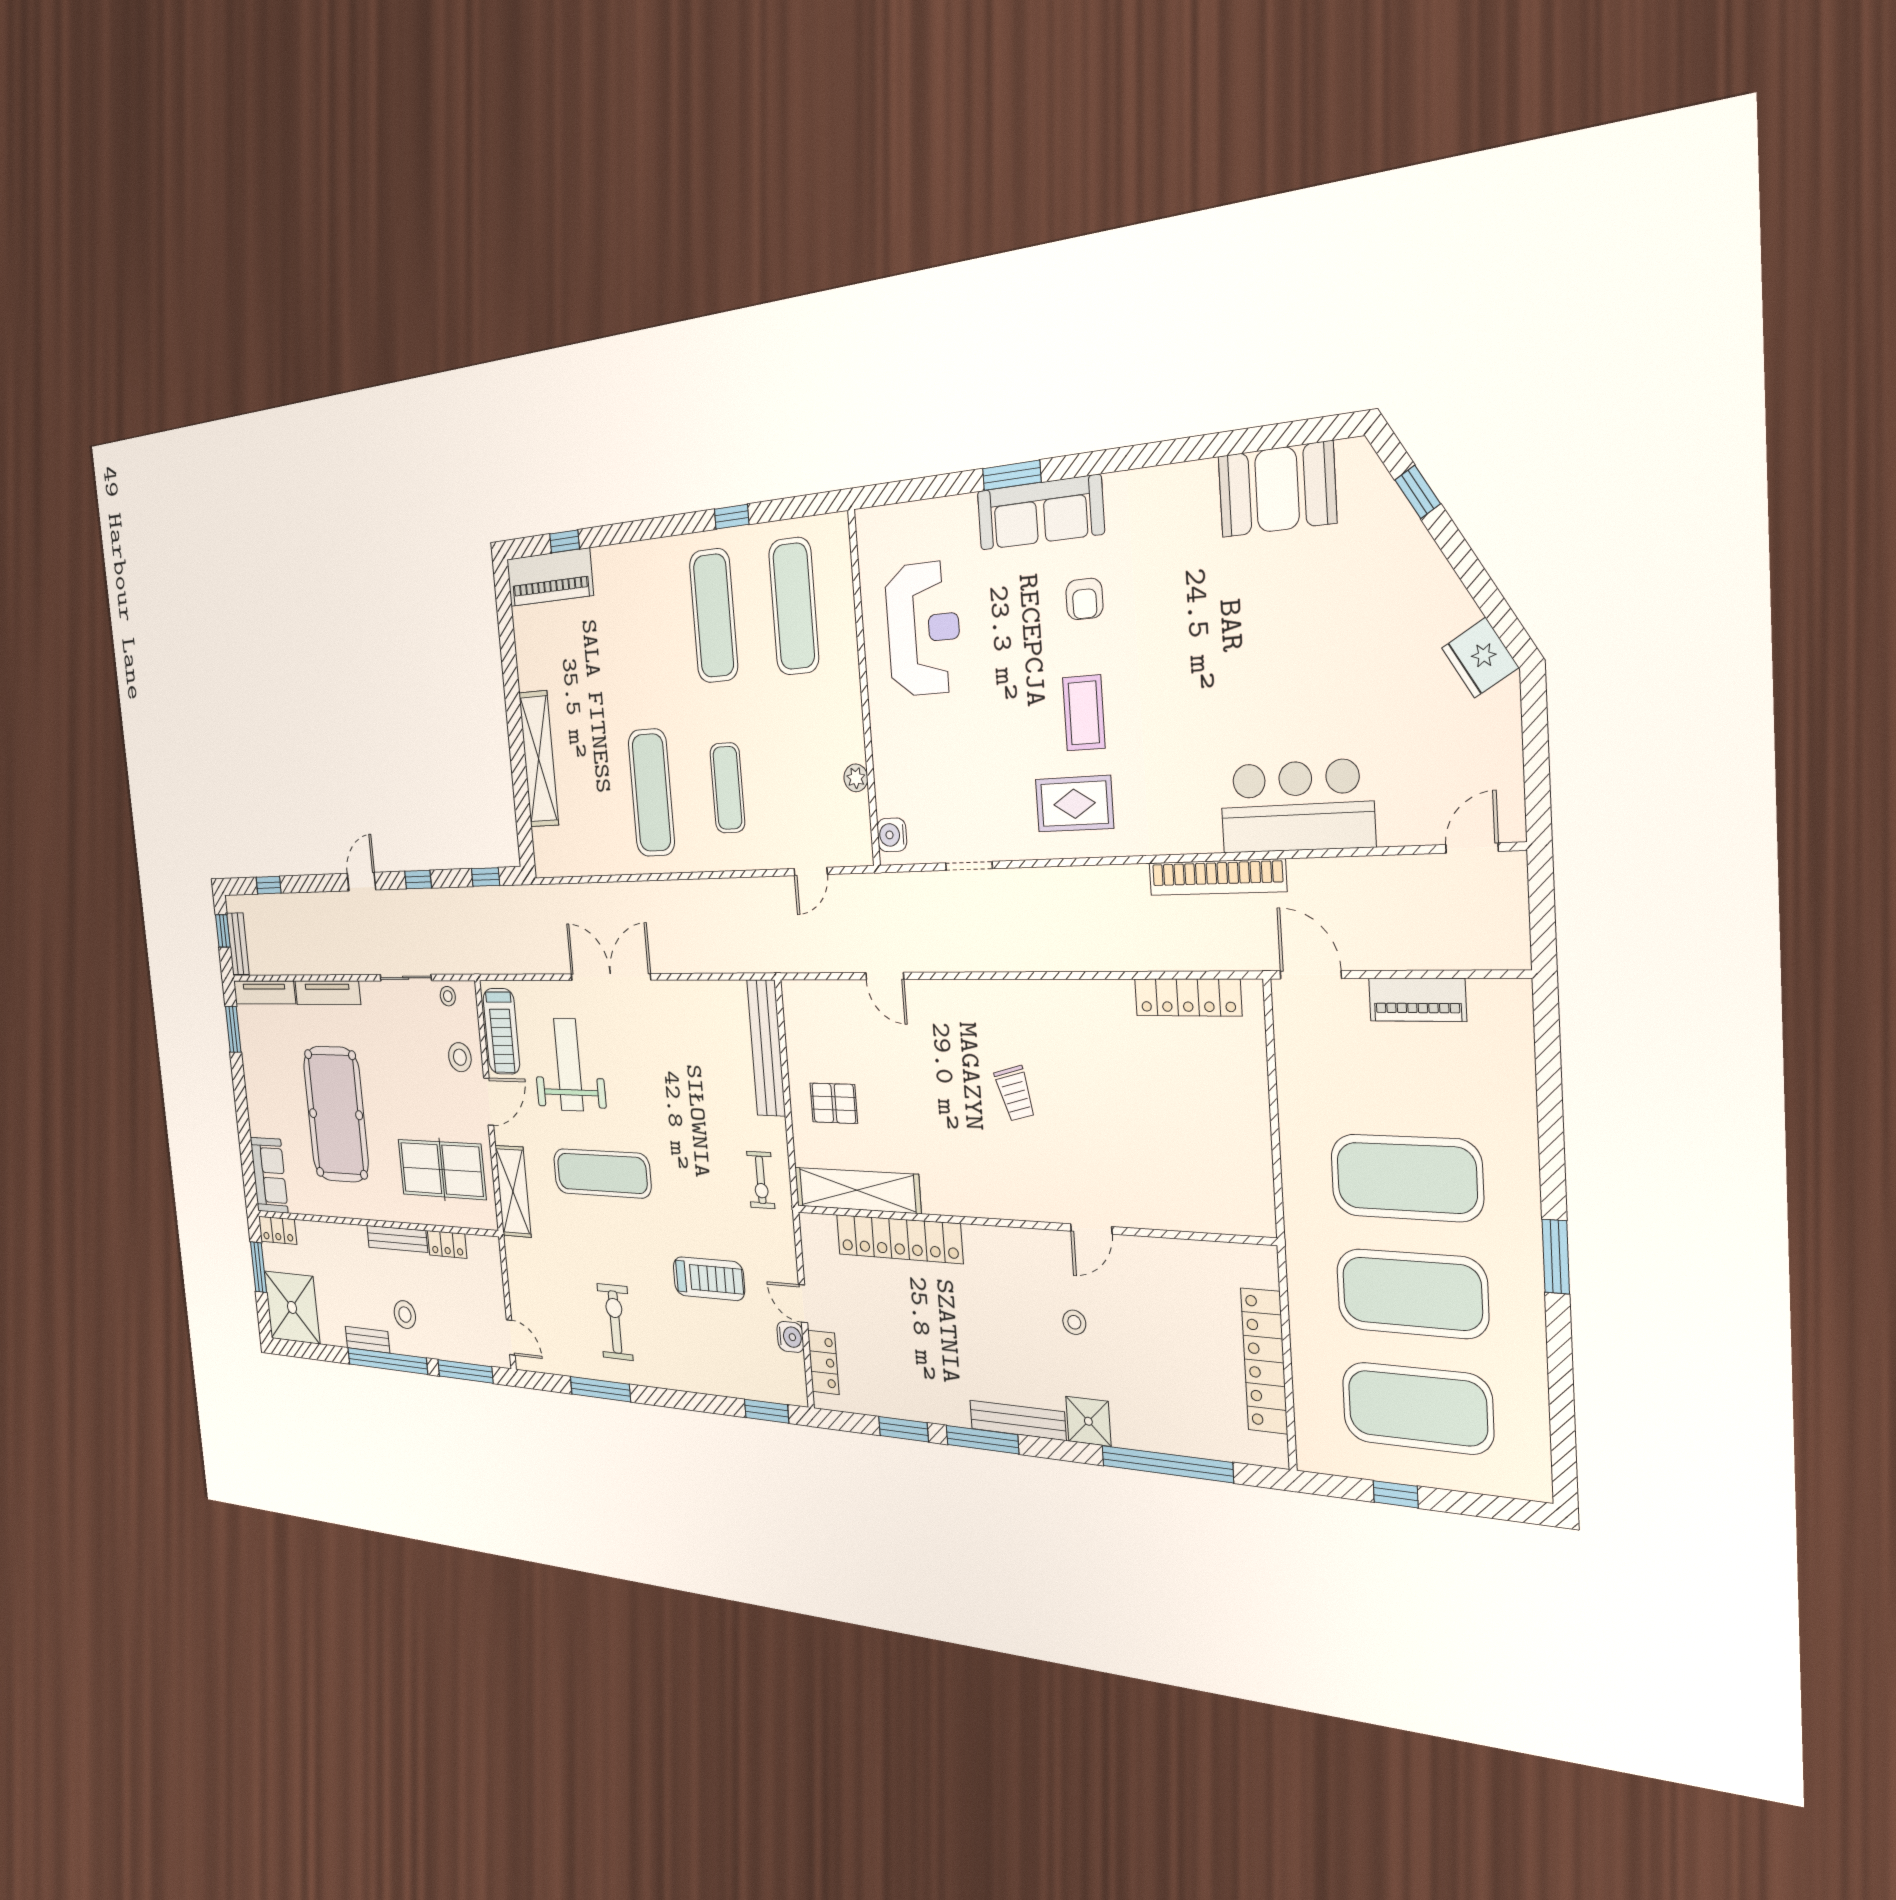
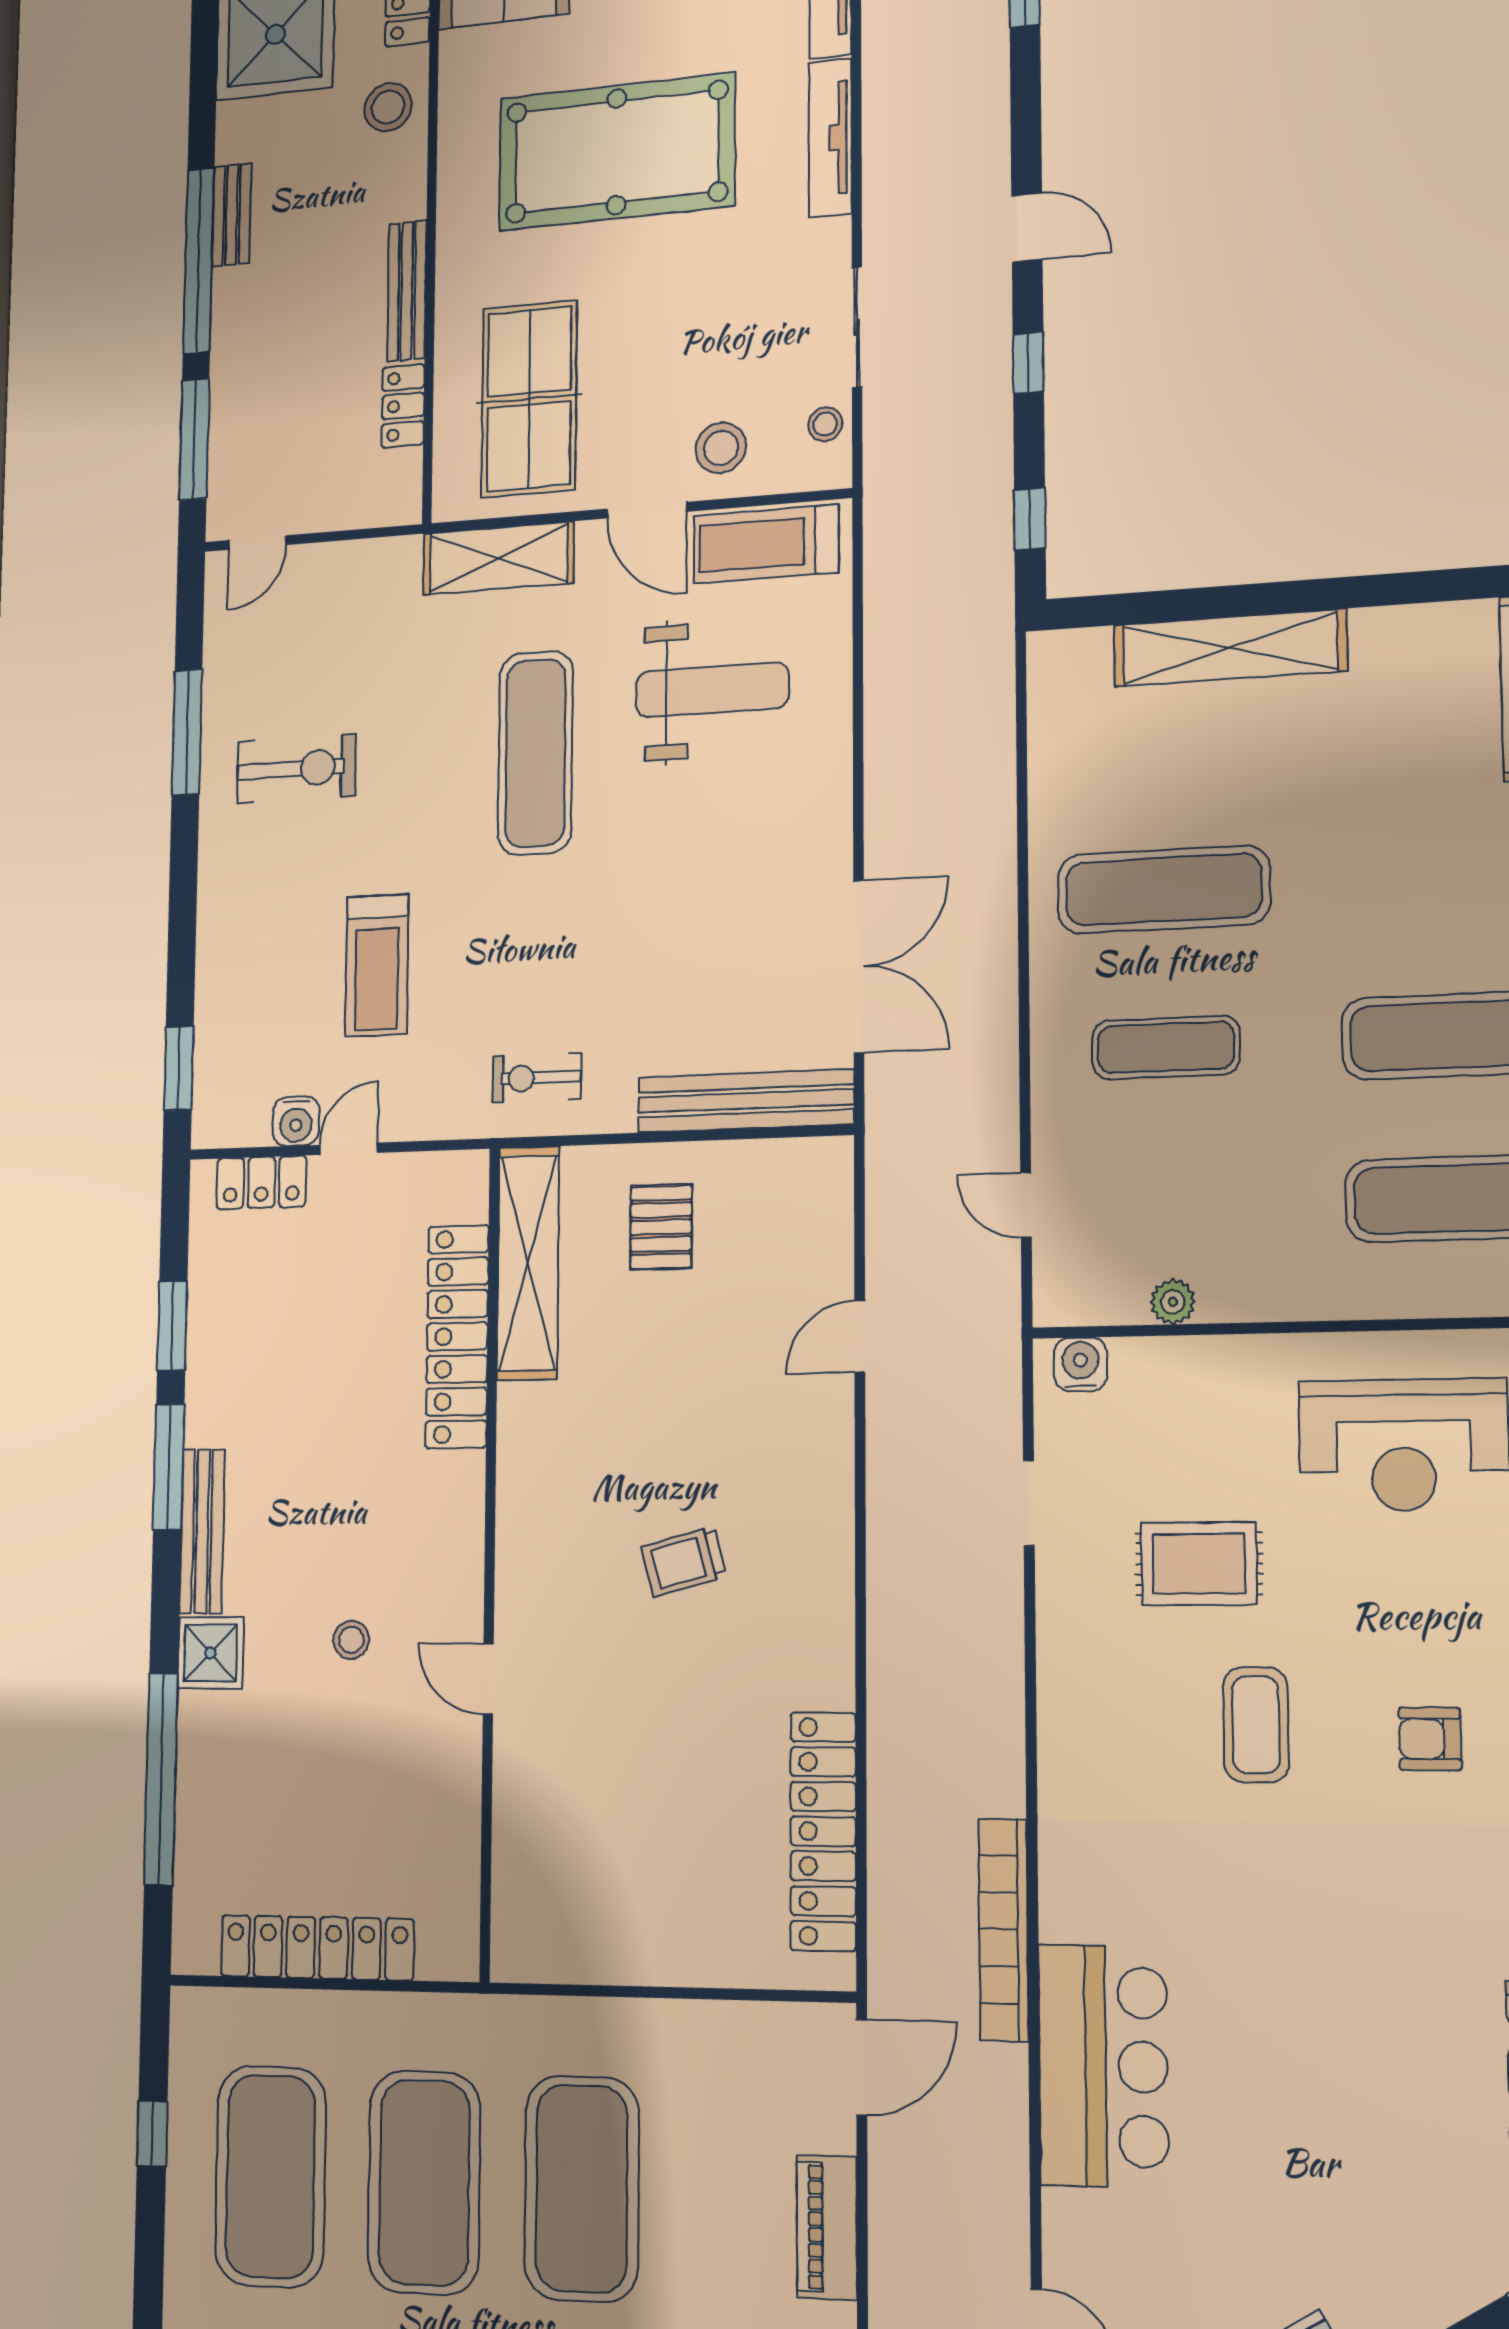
coffee table: (1084, 713) -> (1256, 1725), turned 90
rug: (1074, 804) -> (1199, 1564), moved, turned 90
double door: (611, 977) -> (859, 966), moved
locker: (1188, 997) -> (823, 1831), width x1.41, depth x1.21
stool: (405, 1315) -> (388, 107), moved

